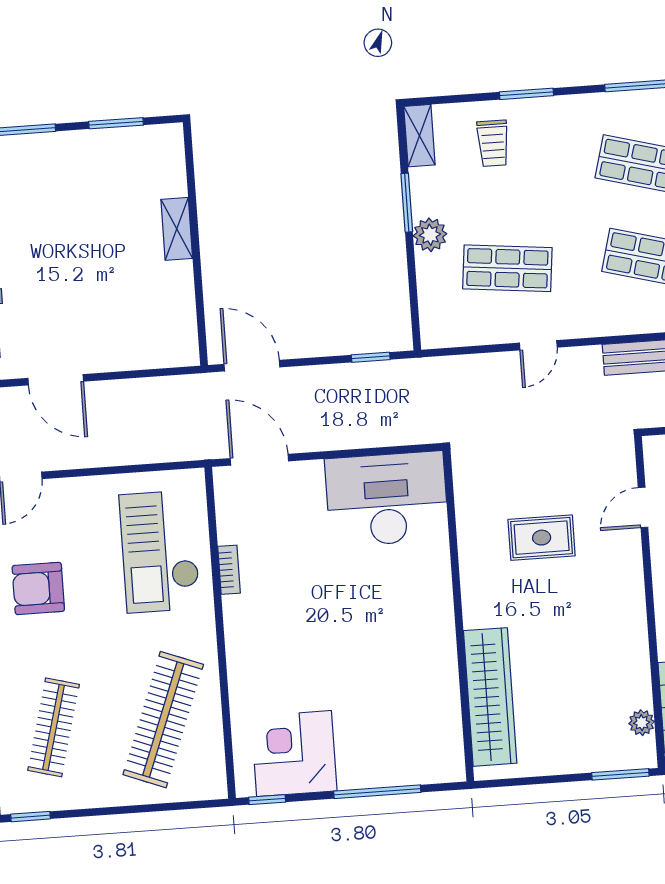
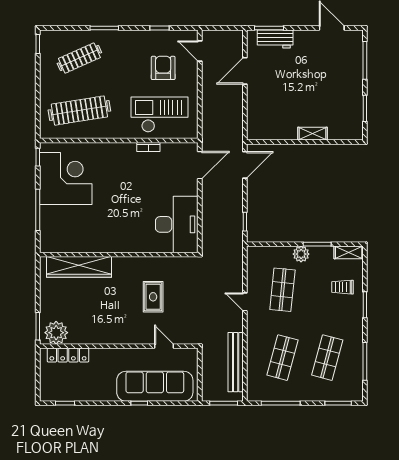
armchair: (38, 588) -> (163, 68), moved
clothes rail: (163, 720) -> (79, 111), turned -30
plant: (642, 723) -> (56, 333), width x1.87, depth x1.87
clothes rail: (54, 727) -> (79, 58), turned -39
corner desk: (294, 754) -> (66, 179), width x1.36, depth x1.36

